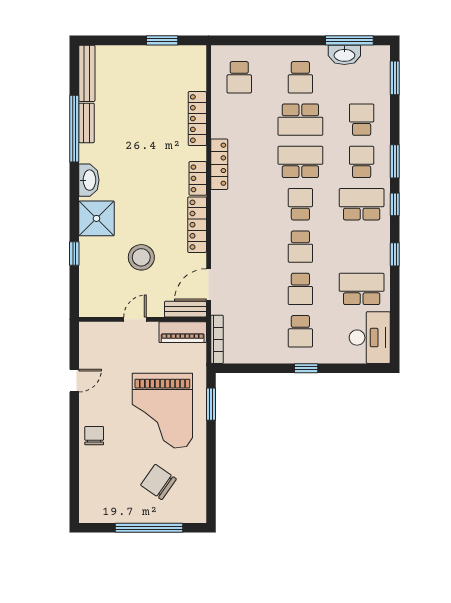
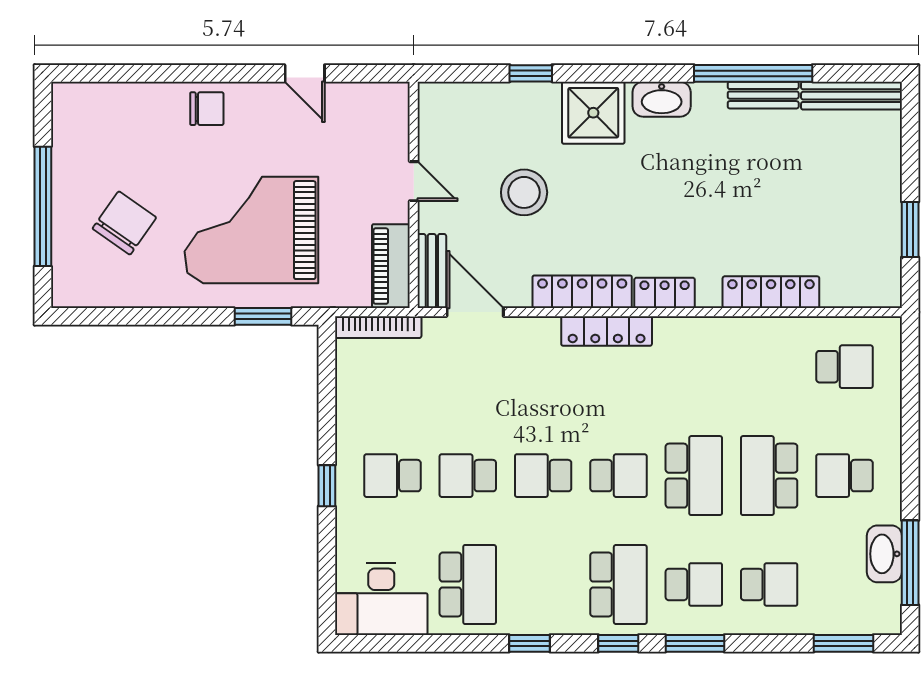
school desk: (239, 77) -> (844, 367), turned 180
locker: (219, 164) -> (607, 331), moved

